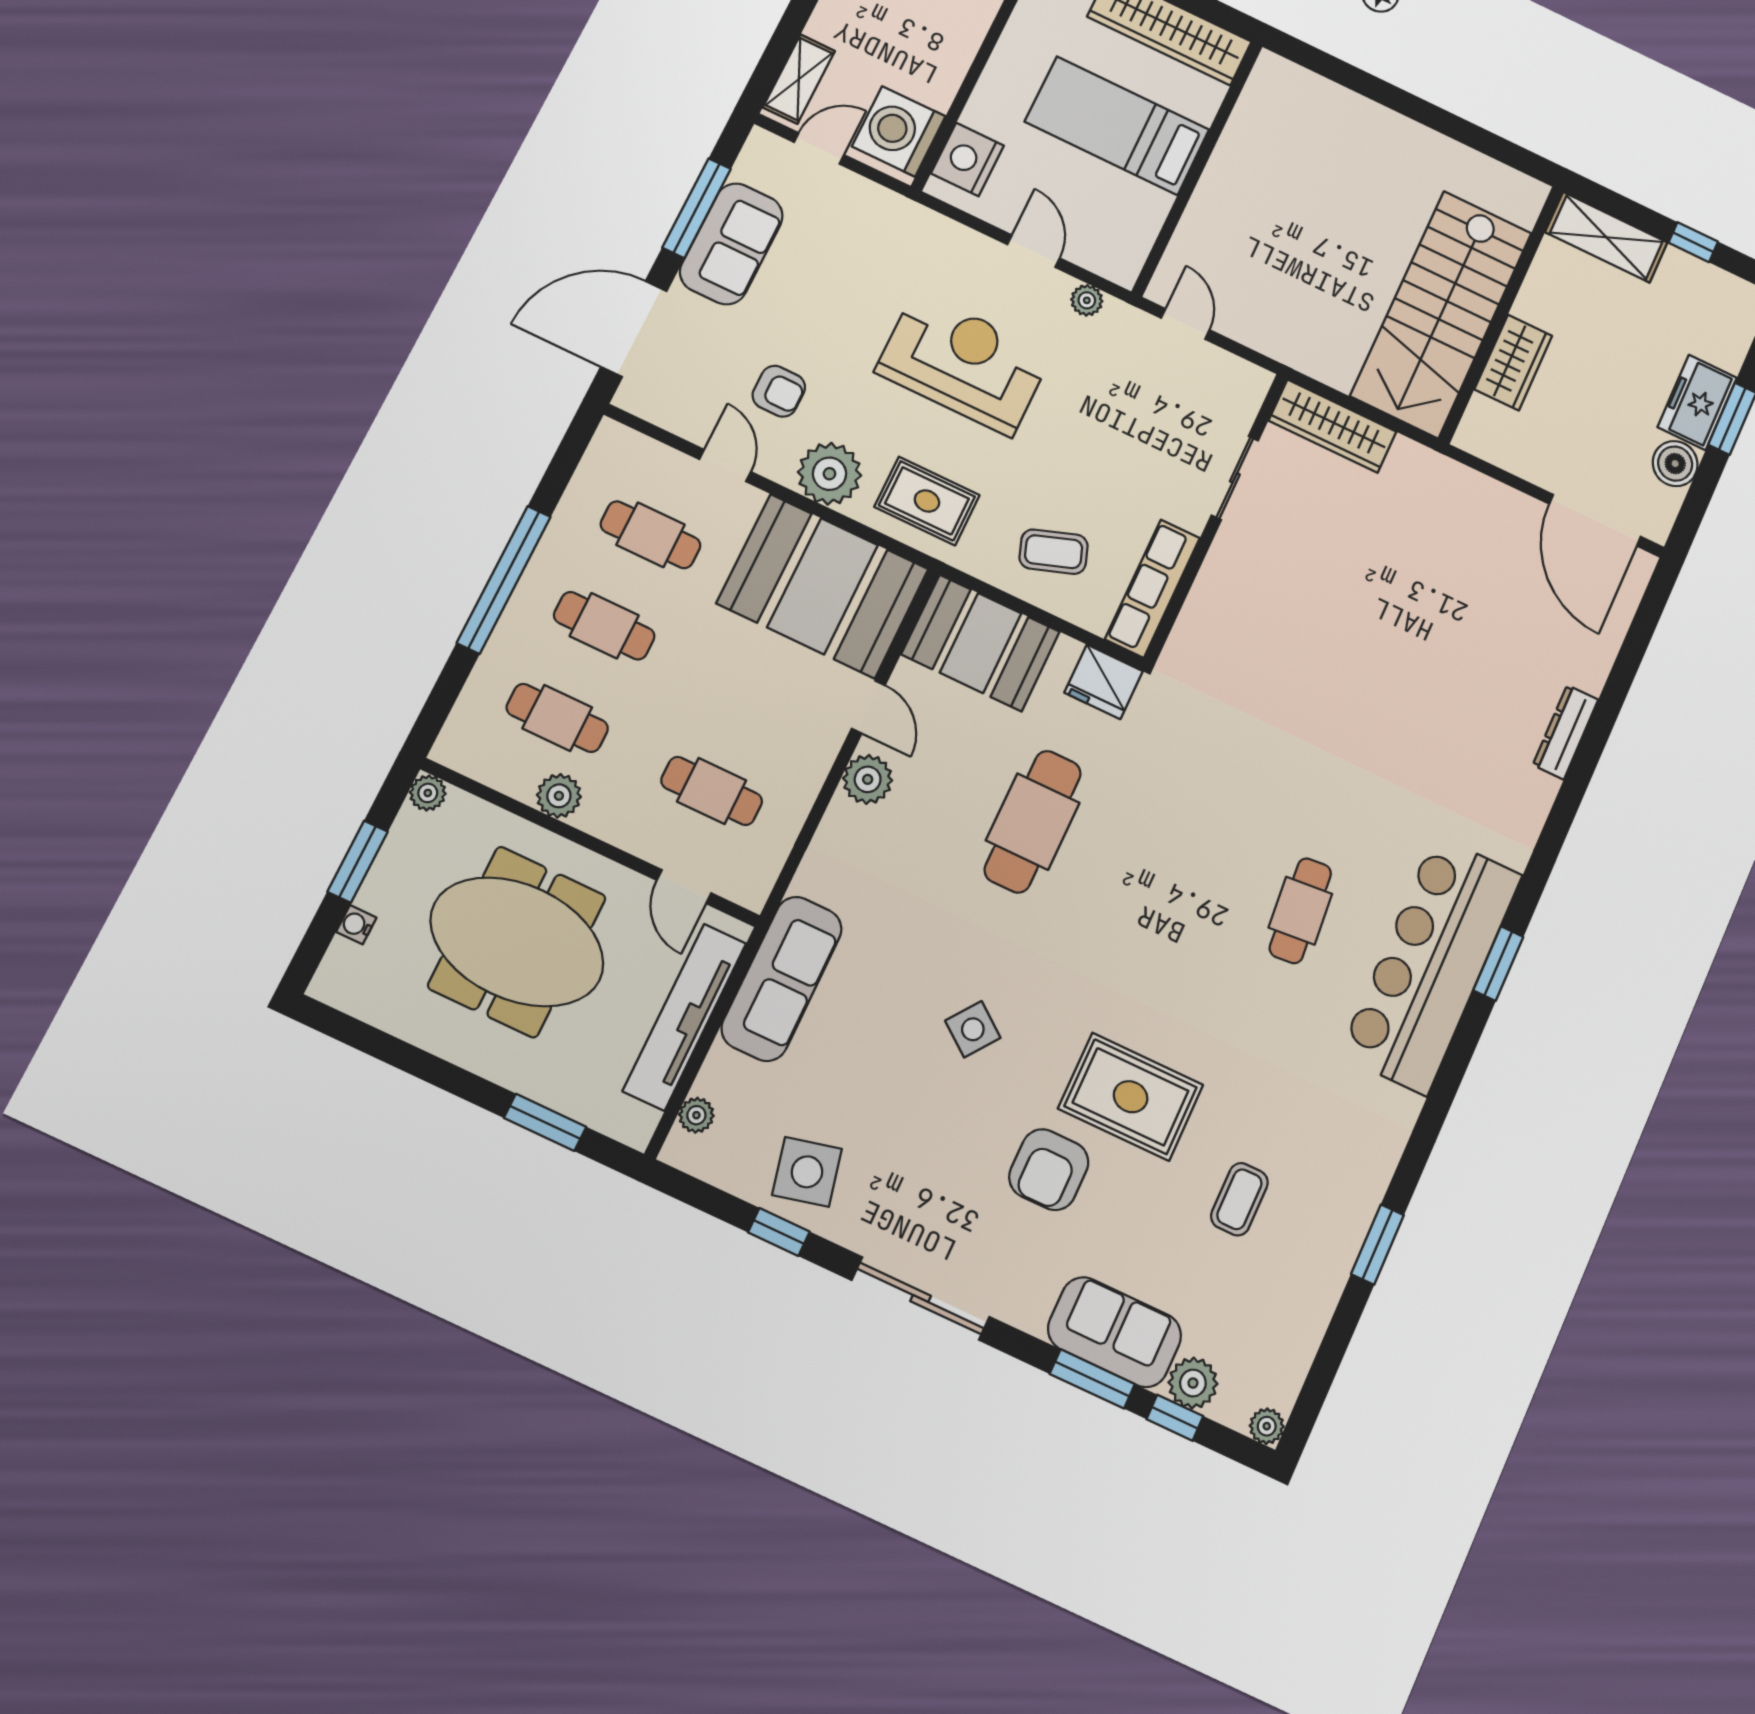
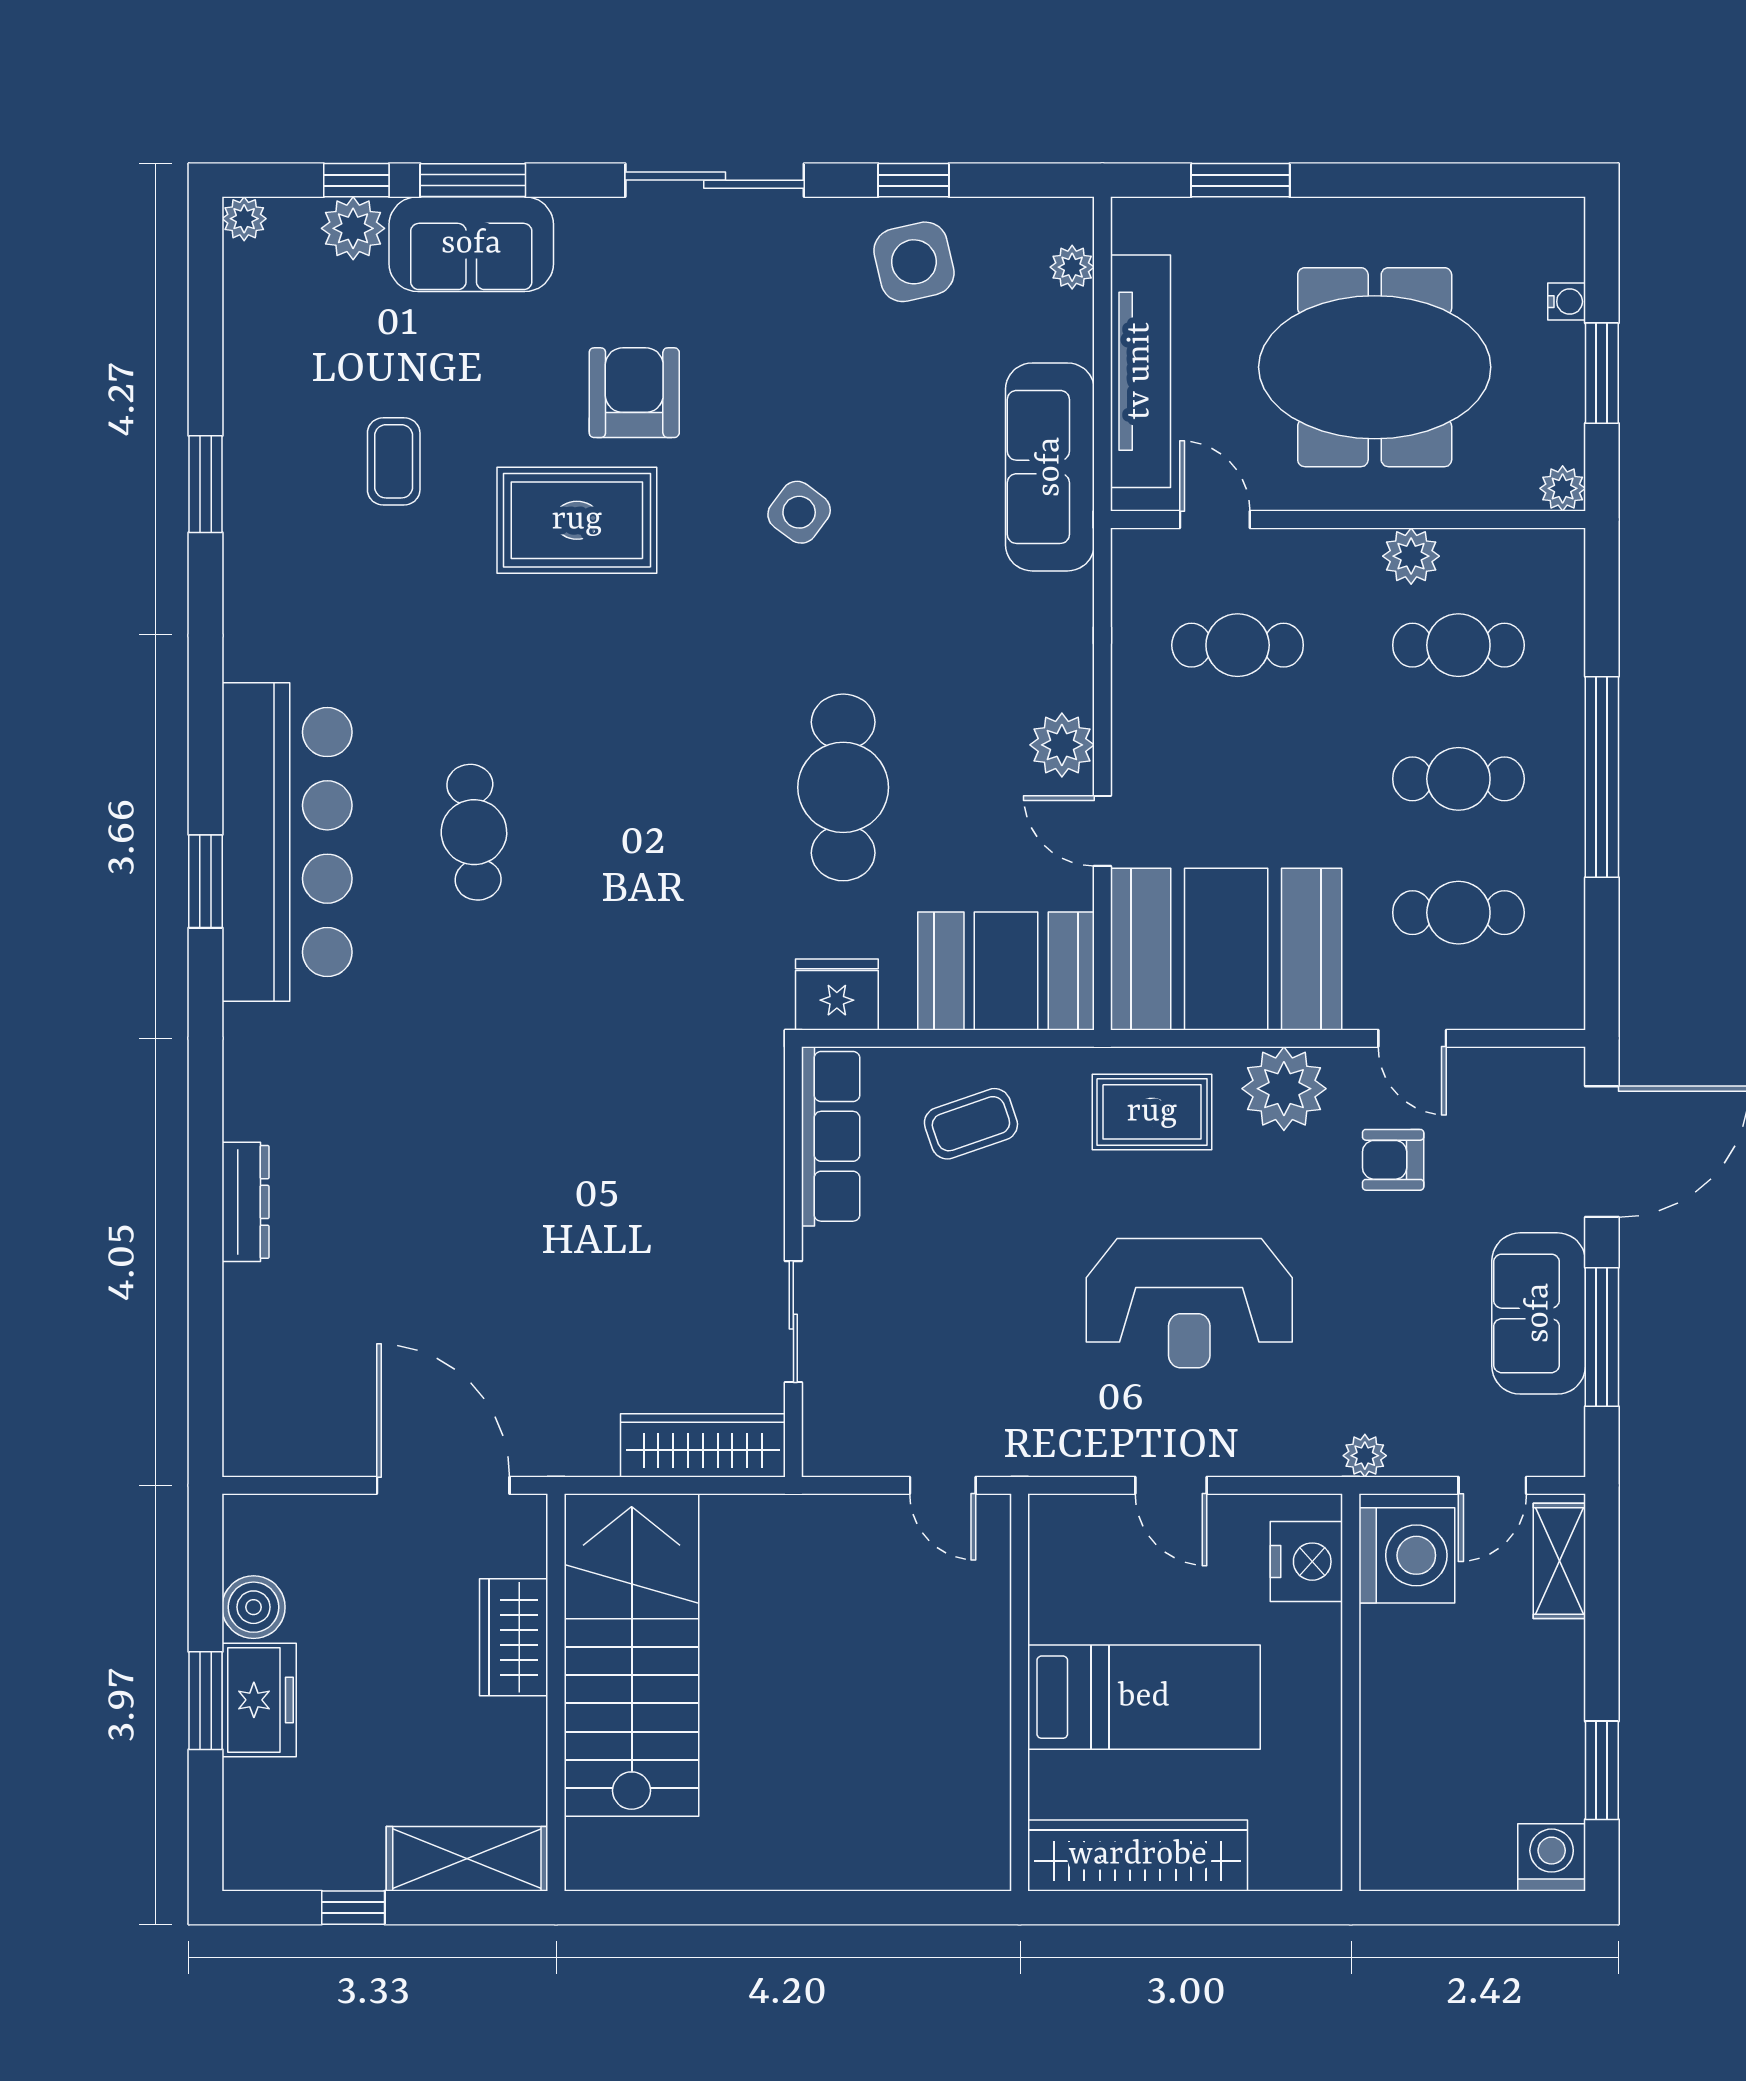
plant: (1087, 300) -> (1365, 1456), moved
door: (1595, 520) -> (443, 1485), moved

